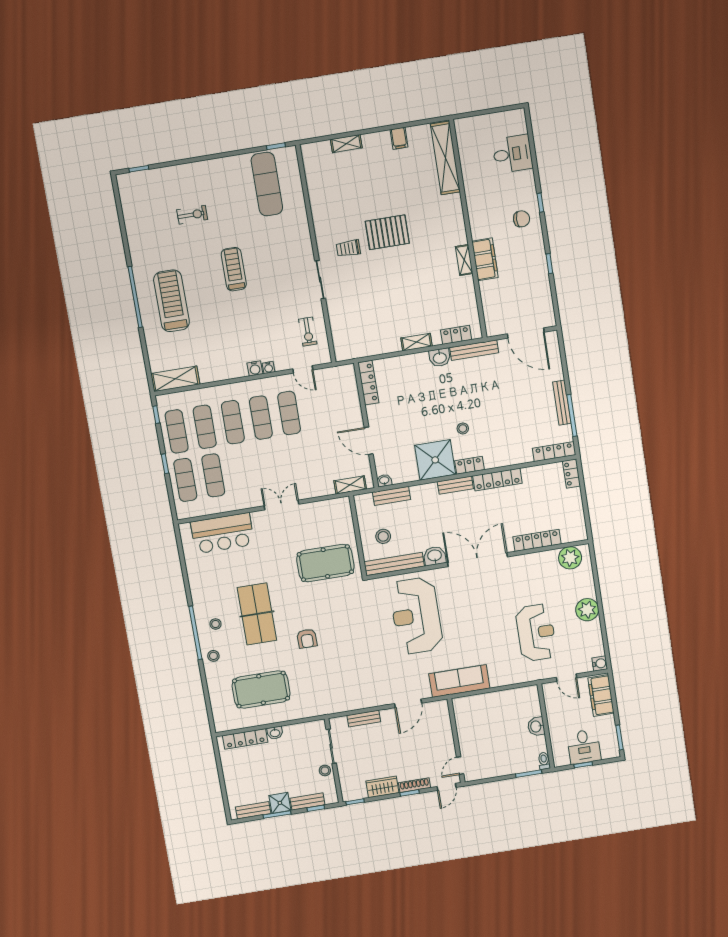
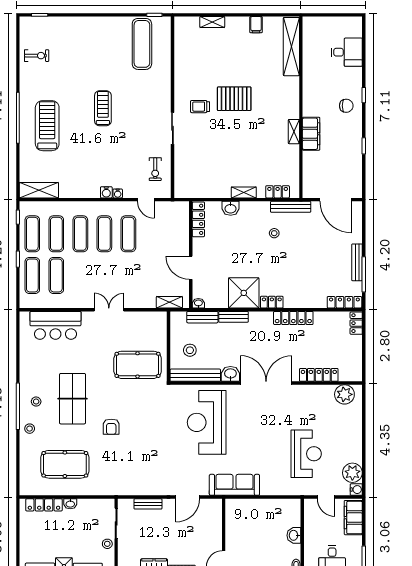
exercise bike: (192, 215) -> (37, 56), moved
washbasin: (440, 358) -> (231, 208), moved
stool: (463, 428) -> (274, 233), moved
bench: (455, 485) -> (234, 317), moved
plant: (587, 610) -> (352, 473), moved

